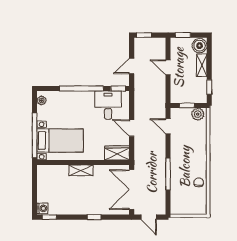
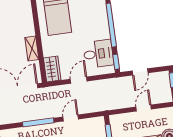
door: (132, 66) -> (140, 72), swing flipped
door: (168, 126) -> (71, 118), moved
shelving: (81, 170) -> (32, 48), moved

